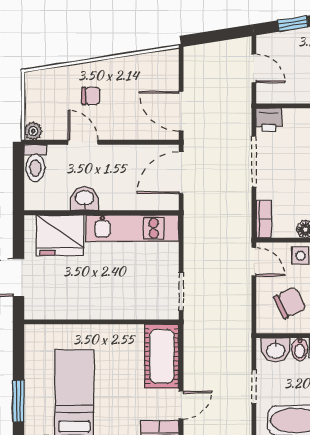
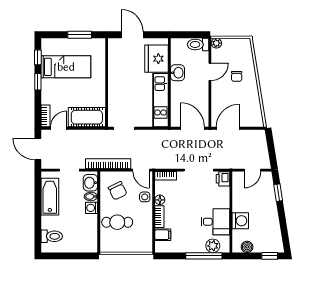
door: (254, 262) -> (141, 170), hinge flipped
bookcase: (243, 319) -> (108, 164), added
window: (19, 401) -> (80, 35), moved
door: (181, 405) -> (59, 128), swing flipped

